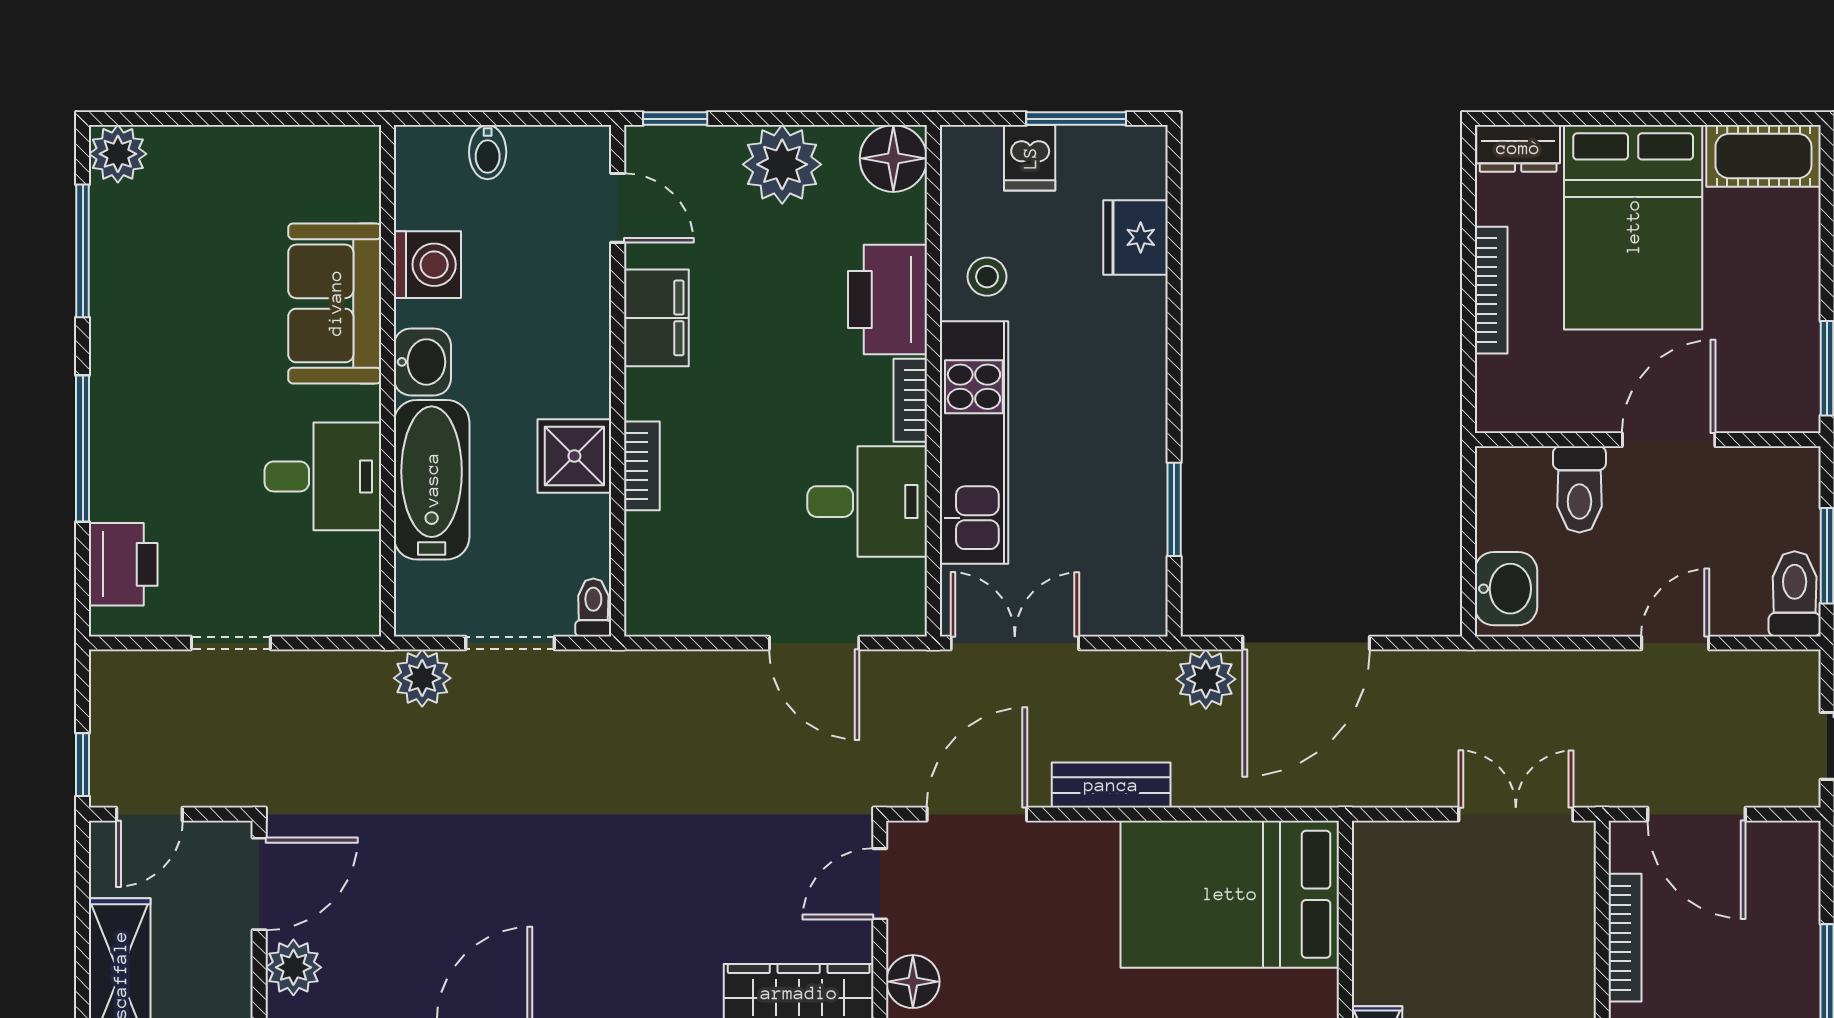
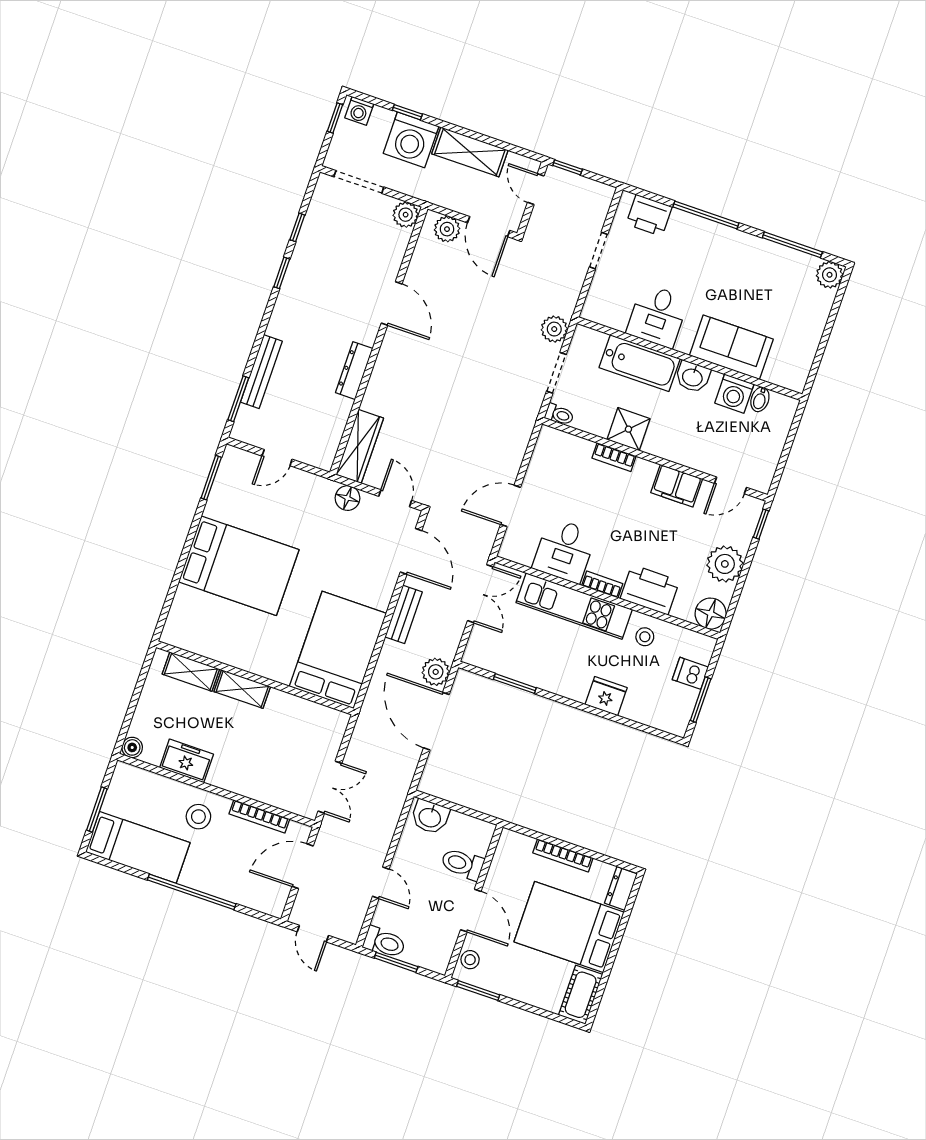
bidet: (488, 152) -> (760, 399), moved, turned -90
fridge: (1136, 237) -> (606, 696), moved
stool: (1770, 406) -> (470, 960), added

